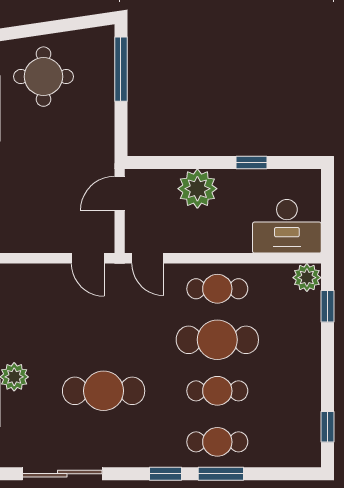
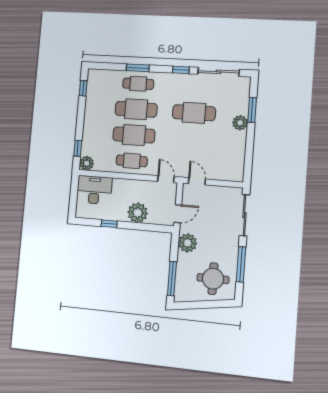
plant: (97, 139) -> (188, 243), added
cafe table: (217, 391) -> (136, 109), width x1.37, depth x1.35
window: (166, 474) -> (181, 70), moved

